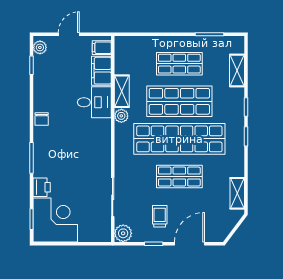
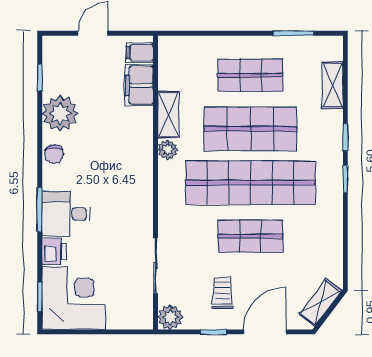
plant: (40, 47) -> (60, 113), moved, width x1.87, depth x1.87
desk: (94, 102) -> (66, 214), moved, turned 180
shelving: (237, 193) -> (320, 303), moved, turned 37

